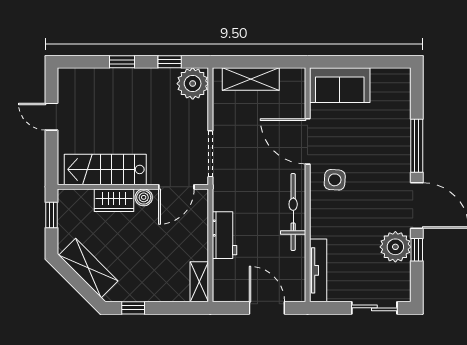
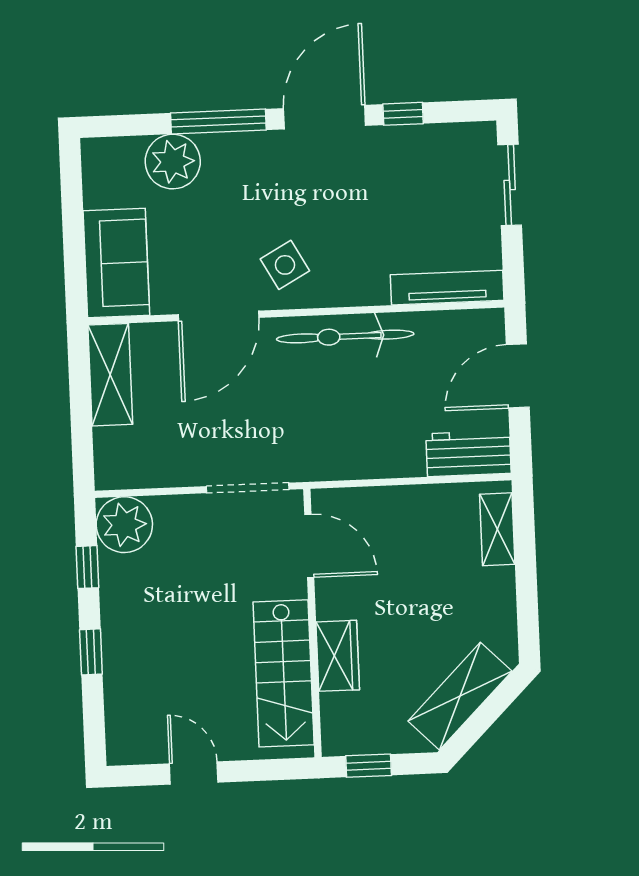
shelving: (251, 79) -> (110, 375), moved
door: (52, 117) -> (194, 773), swing flipped
side table: (335, 180) -> (285, 265), turned -33
boiler: (144, 197) -> (330, 603), removed
workbench: (224, 235) -> (468, 453), moved
plant: (395, 247) -> (173, 162), moved
shelving: (199, 282) -> (497, 529), moved, turned 90
window: (133, 308) -> (528, 614), removed

